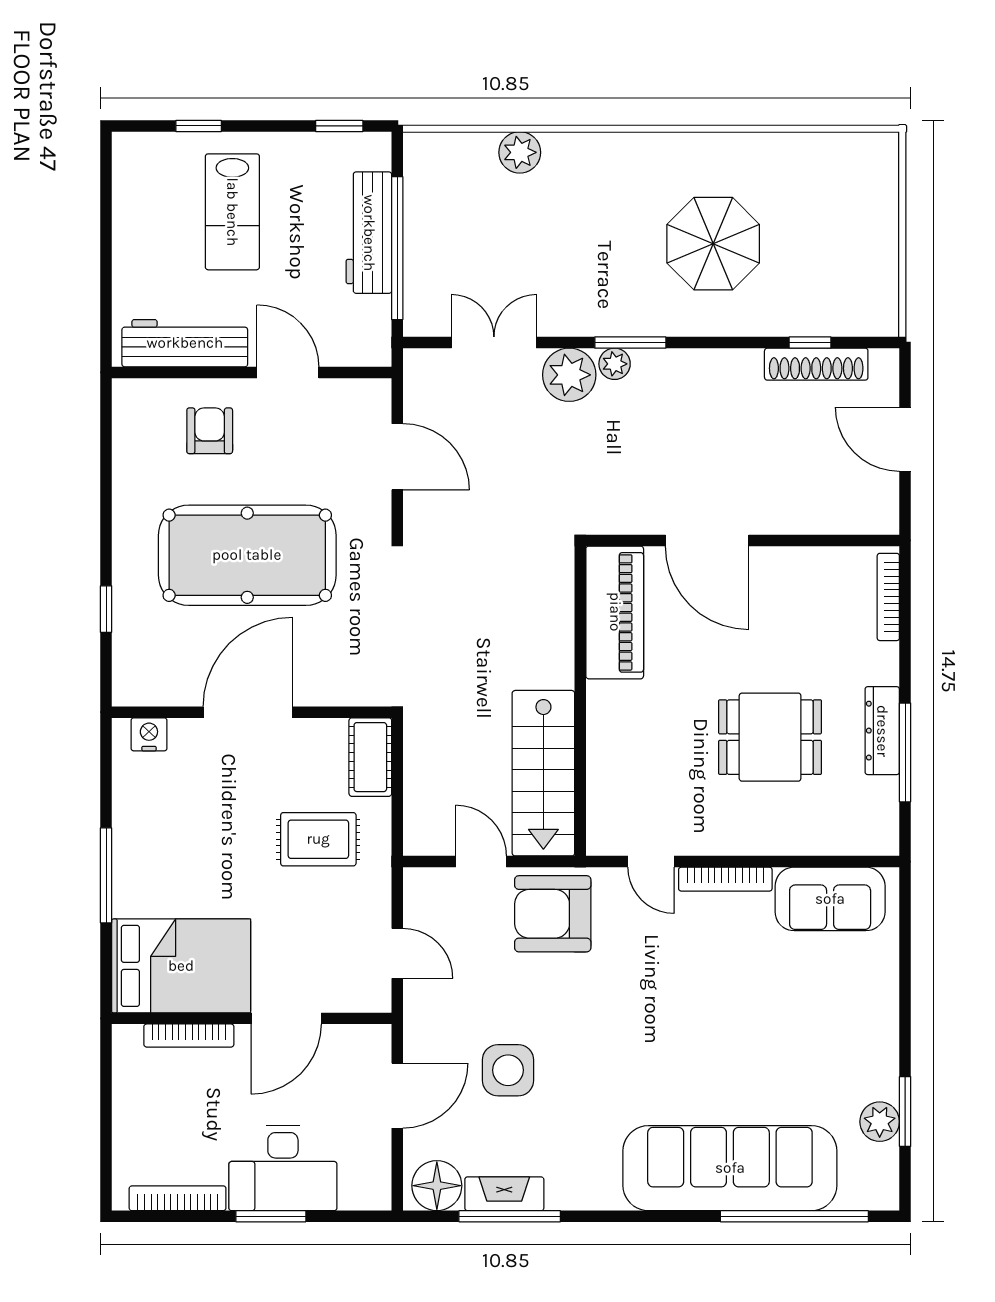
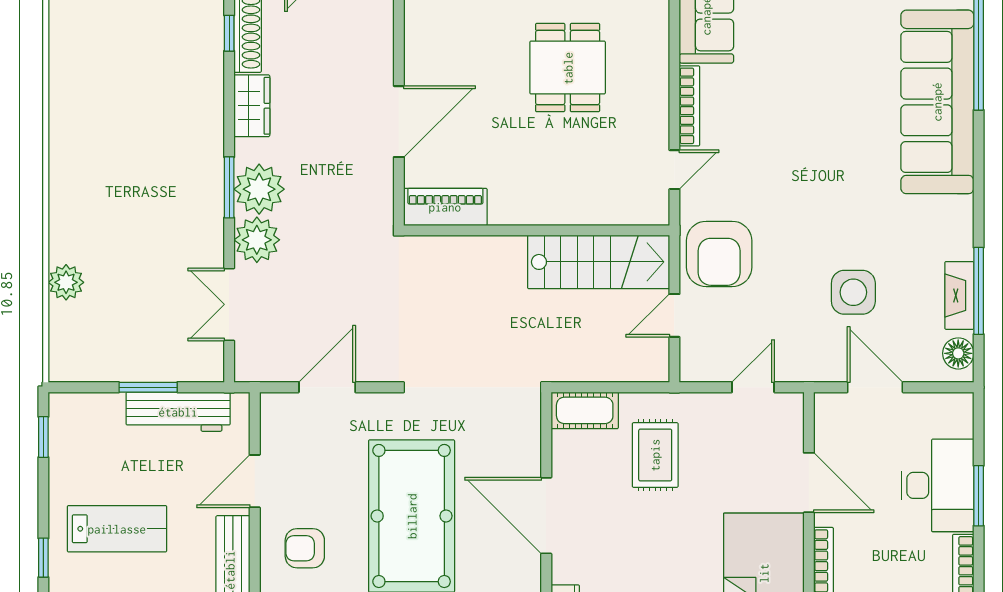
workbench: (369, 233) -> (178, 412), moved
parasol: (713, 244) -> (144, 116), removed
window: (397, 248) -> (148, 387), width x0.47
plant: (615, 364) -> (259, 189), width x1.87, depth x1.87
wardrobe: (725, 369) -> (252, 106), added
piano: (615, 612) -> (445, 207), width x0.73, depth x0.75
floor lamp: (437, 1186) -> (958, 353), width x0.73, depth x0.73

